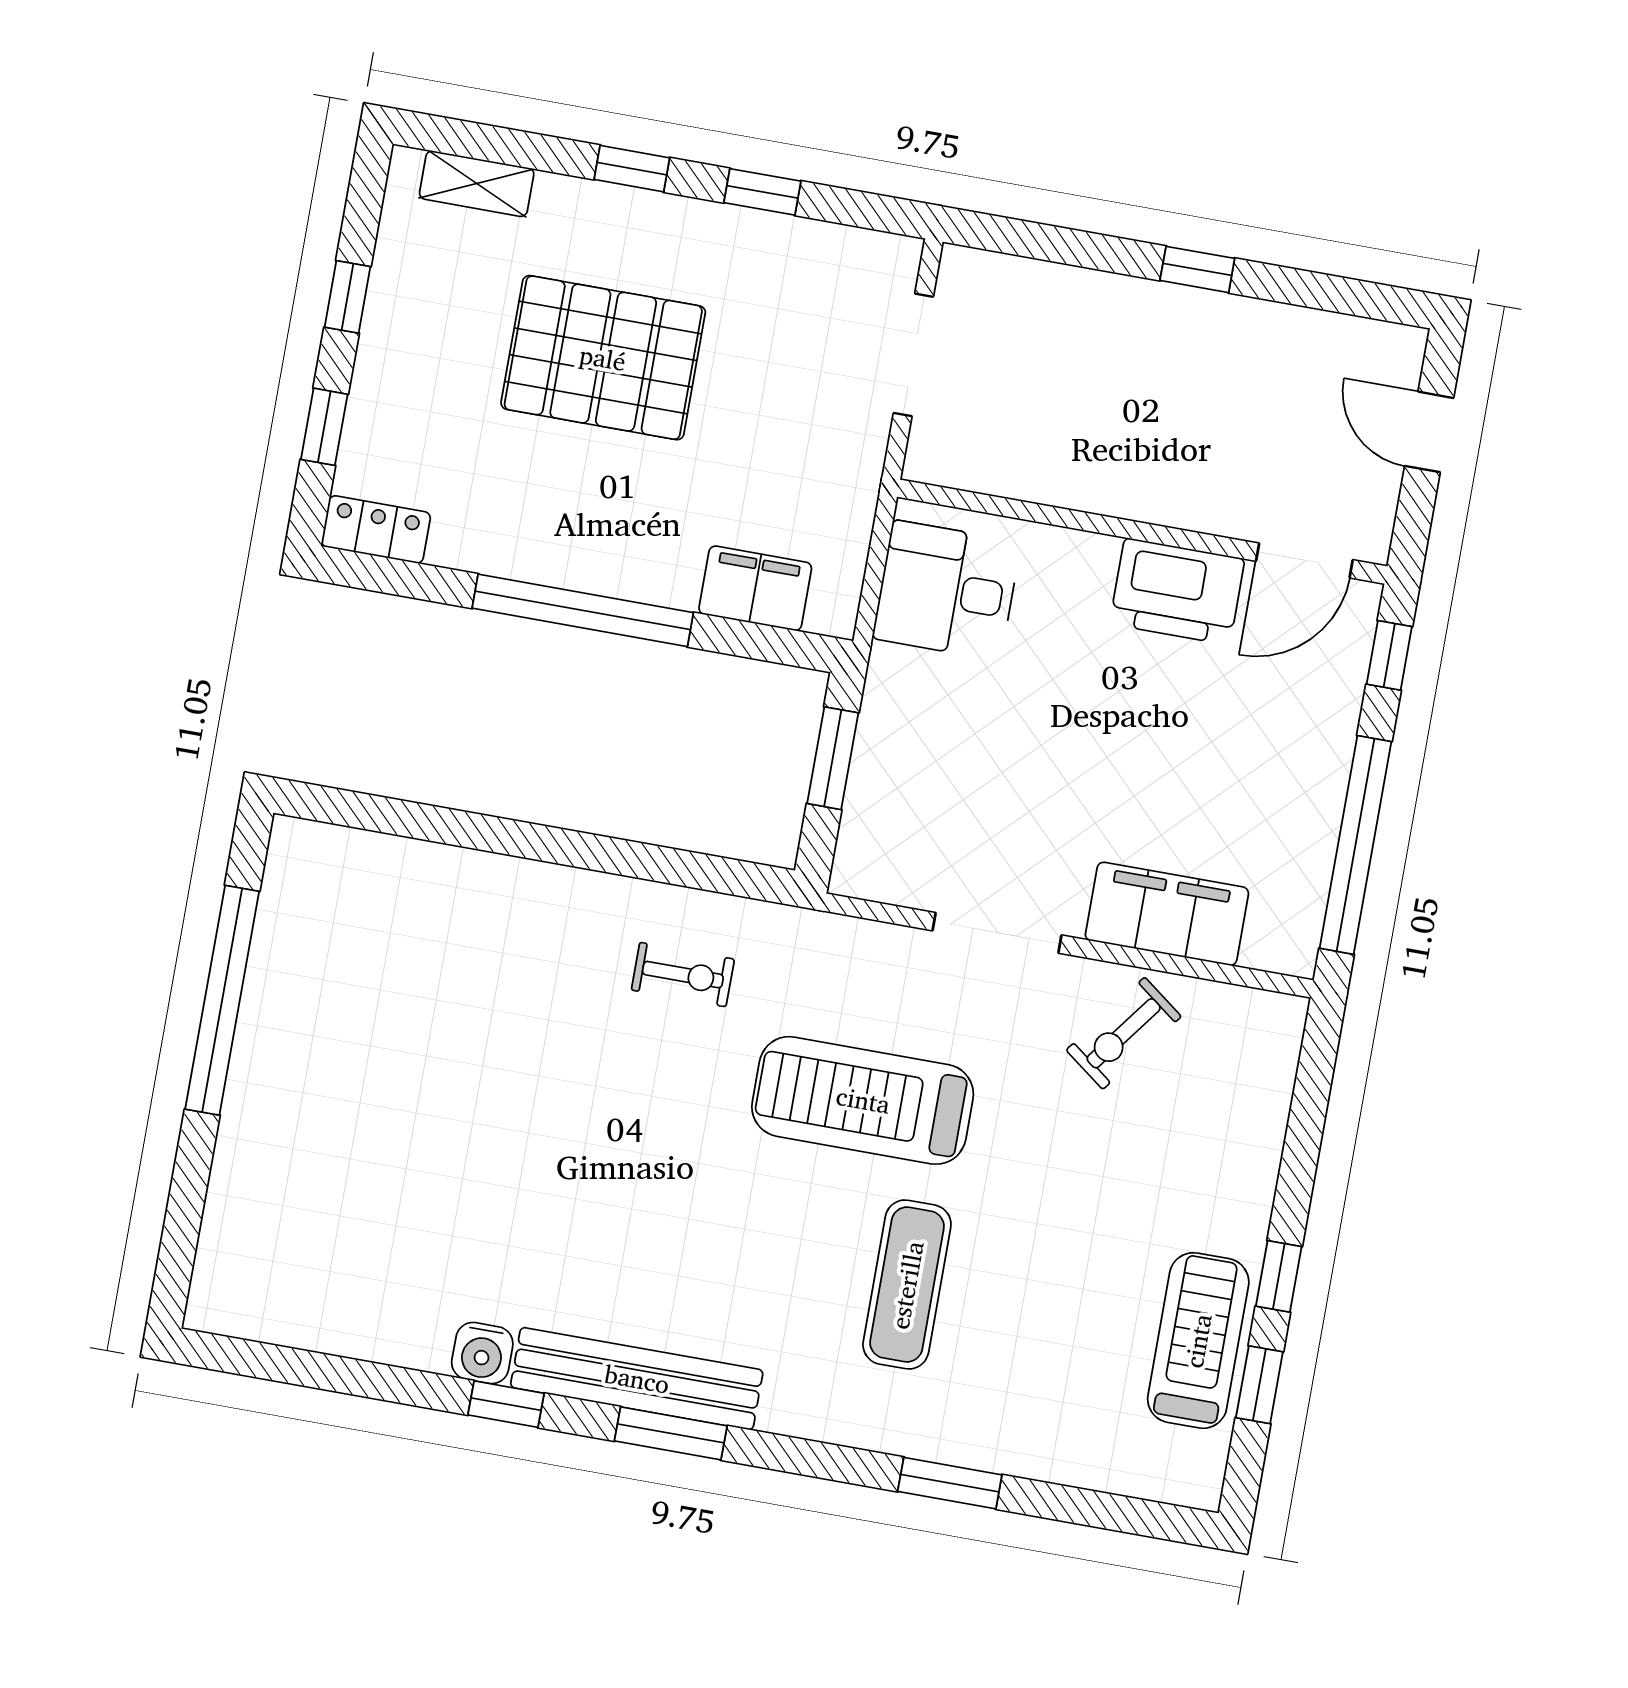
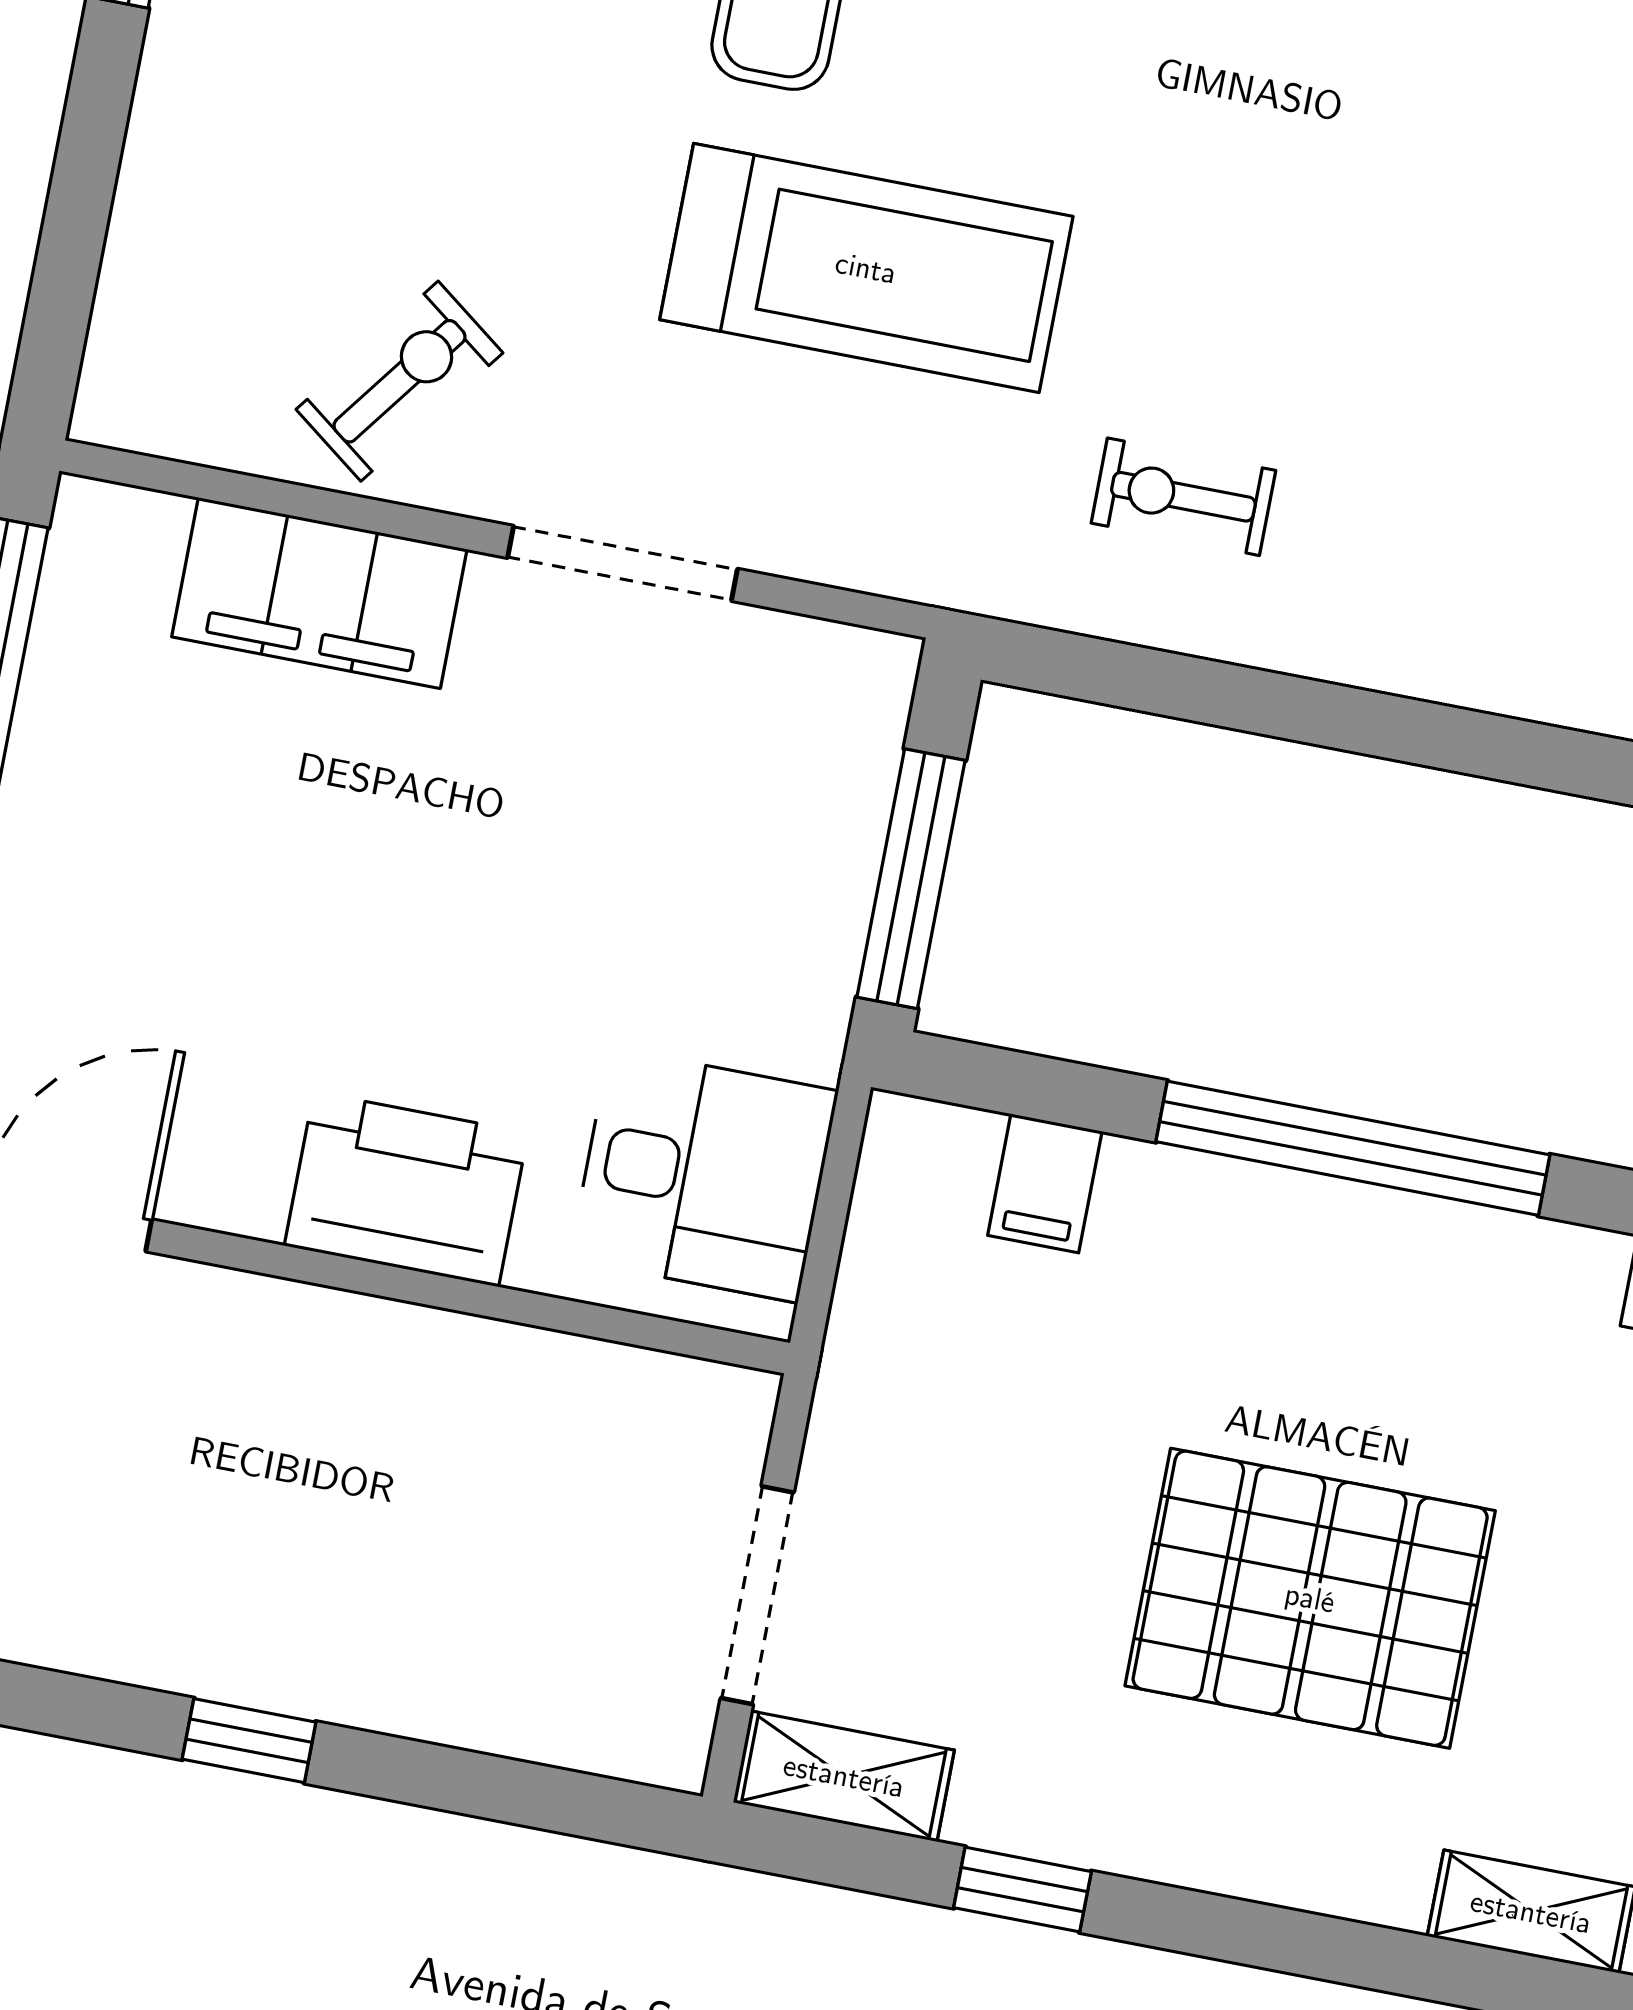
window: (632, 169) -> (1254, 1934), removed
shelving: (863, 254) -> (844, 1776), added
filing cabinet: (755, 588) -> (1045, 1183), width x0.50
printer: (1177, 591) -> (406, 1189), moved
window: (833, 758) -> (911, 879), width x1.44

